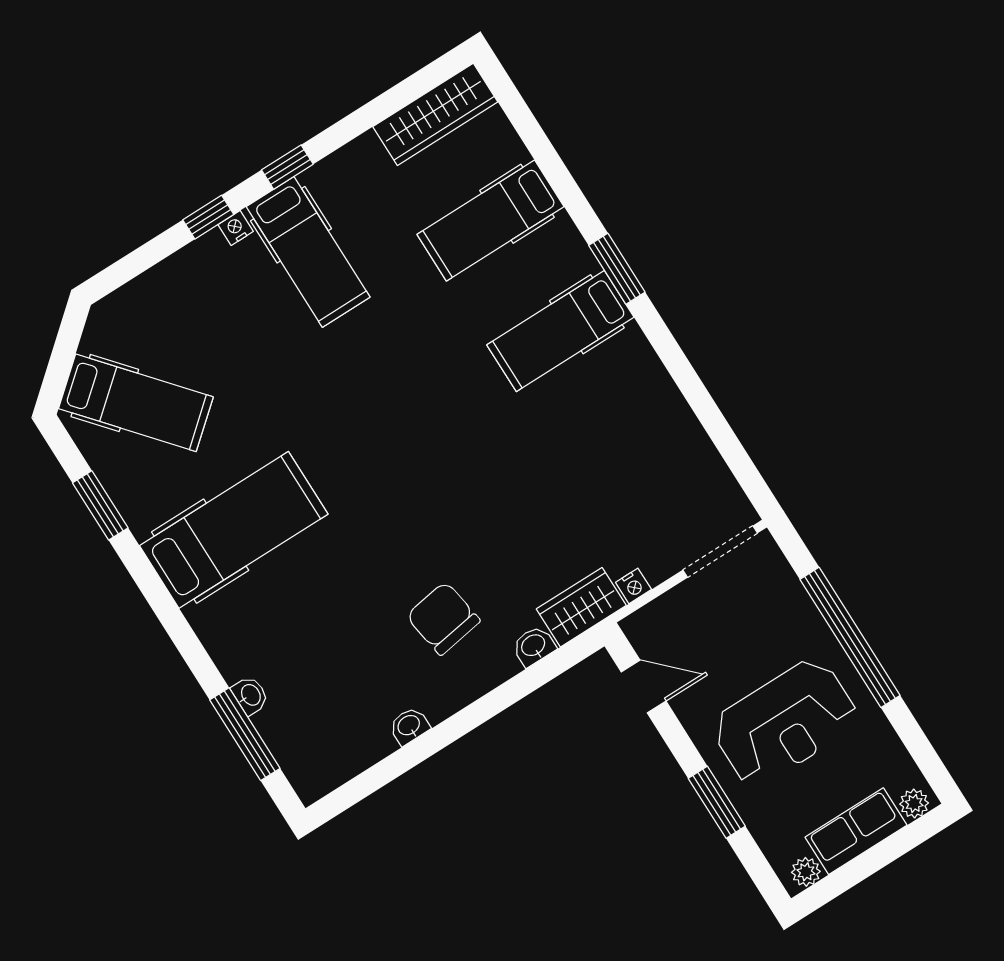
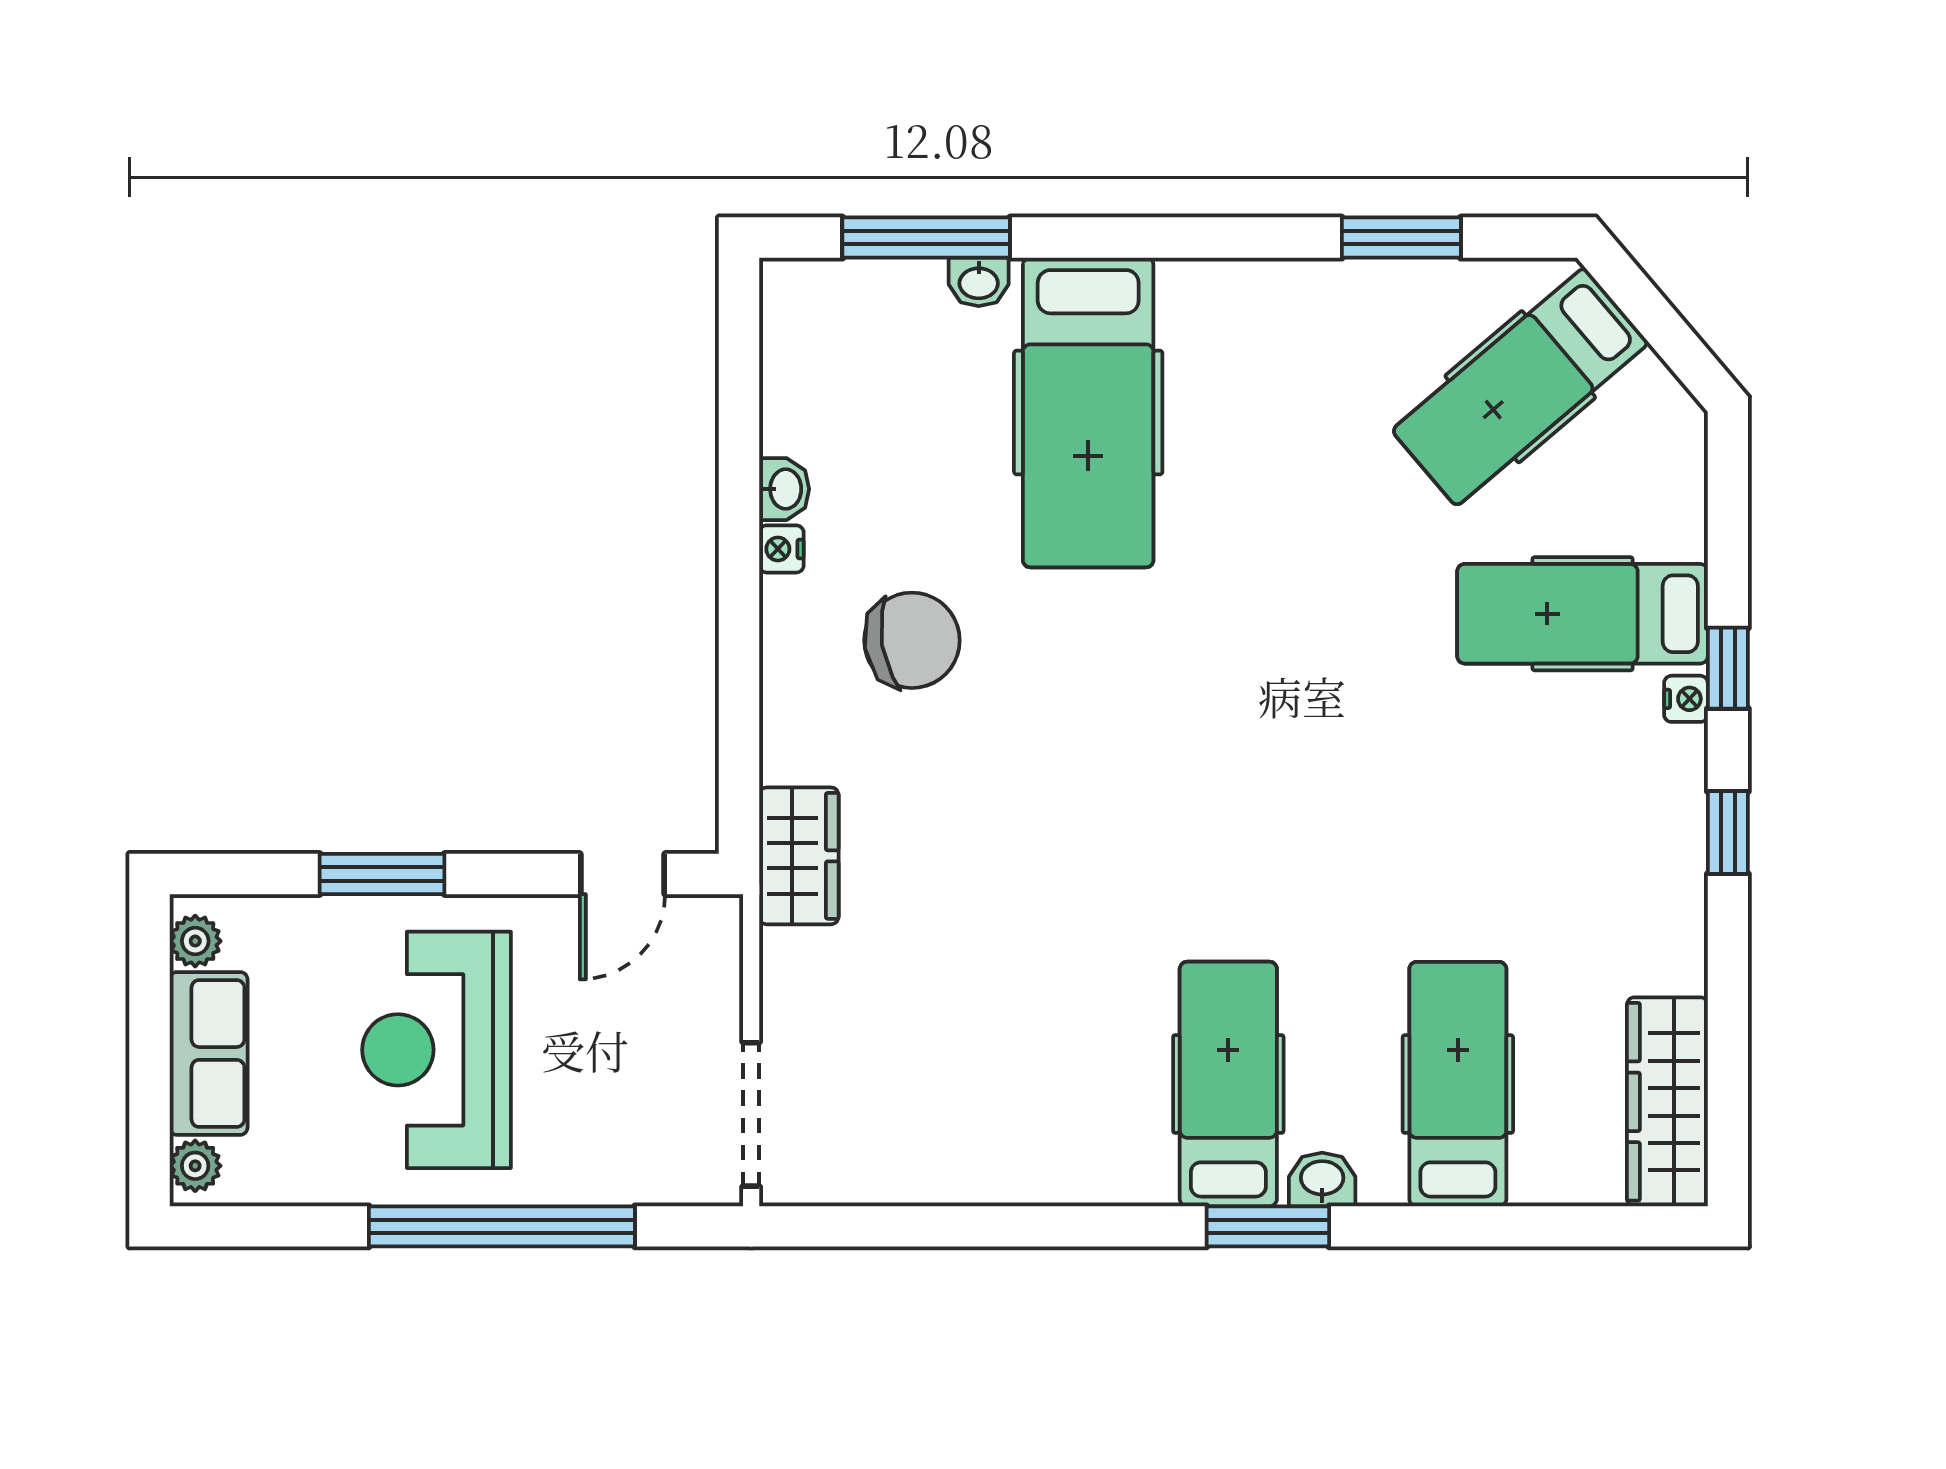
hospital bed: (308, 252) -> (1583, 614), moved
hospital bed: (234, 530) -> (1088, 412), moved
nightstand: (633, 586) -> (781, 549), moved
washbasin: (534, 646) -> (1322, 1179), moved, turned -90

